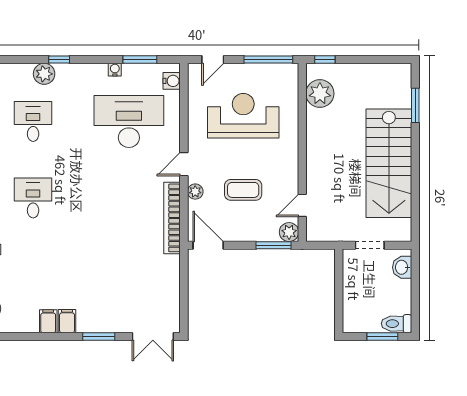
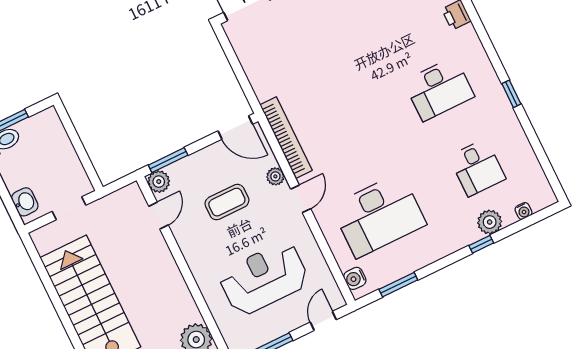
water cooler: (115, 70) -> (523, 211), moved
reception desk: (243, 116) -> (264, 278), turned 180
desk: (33, 198) -> (439, 89), width x1.37

